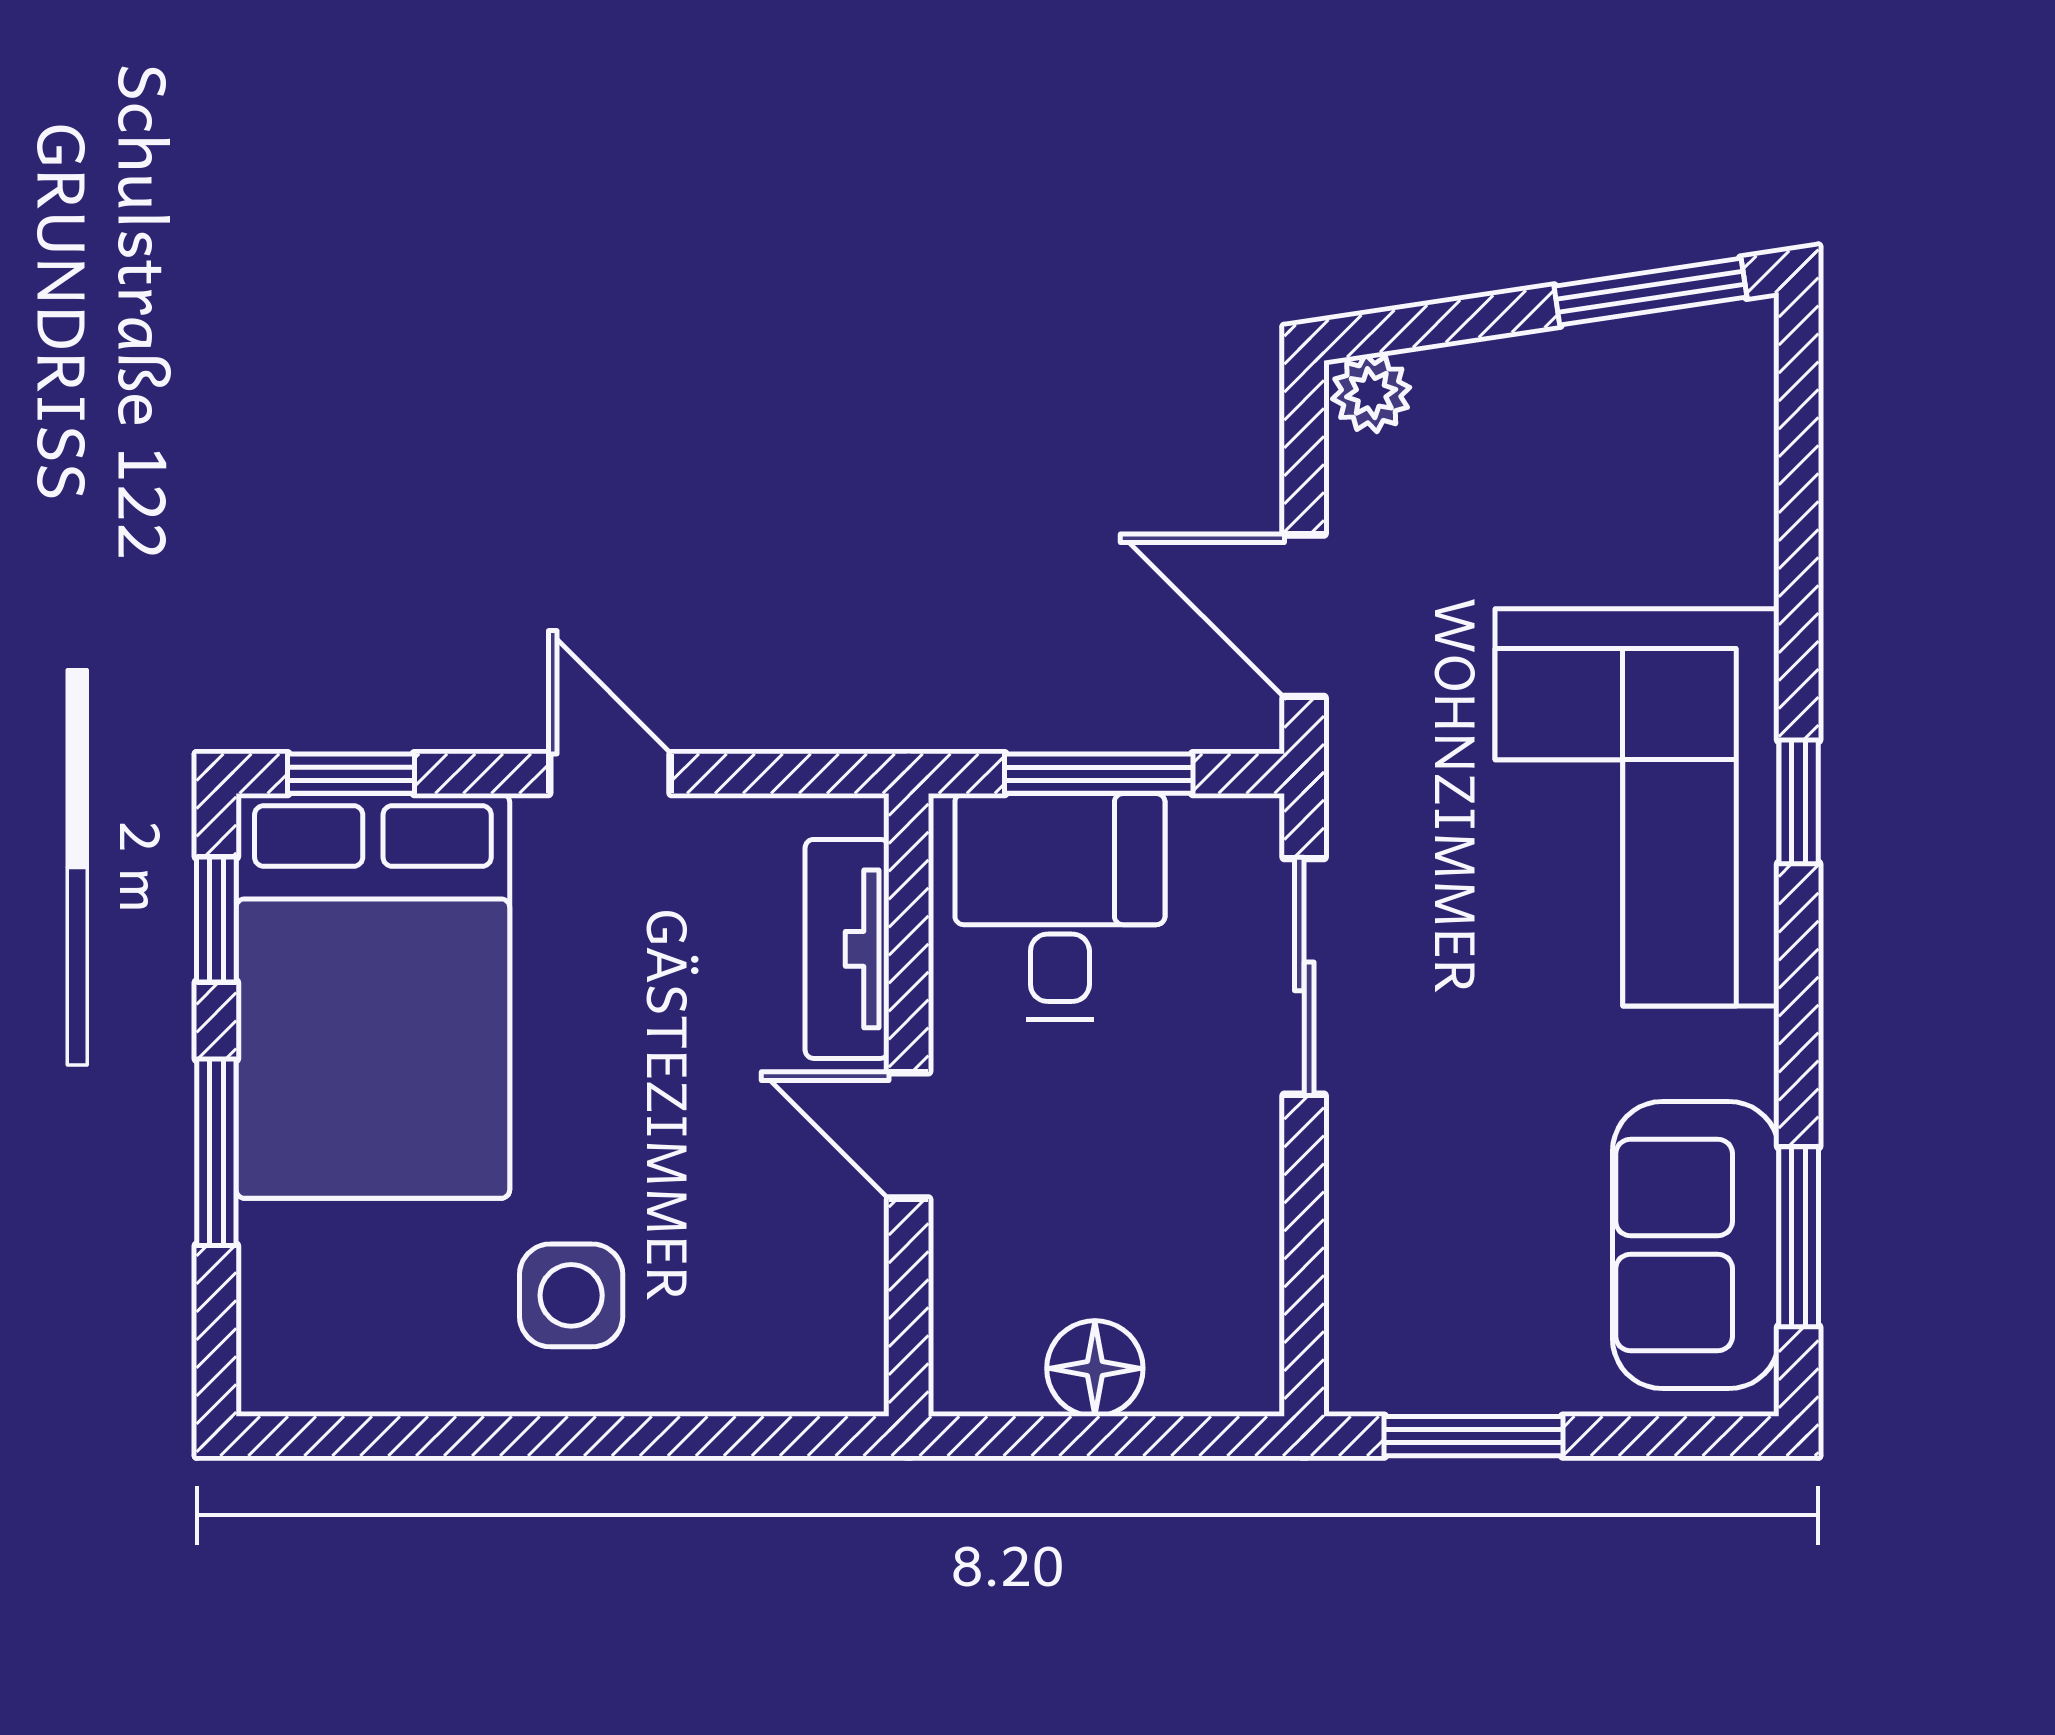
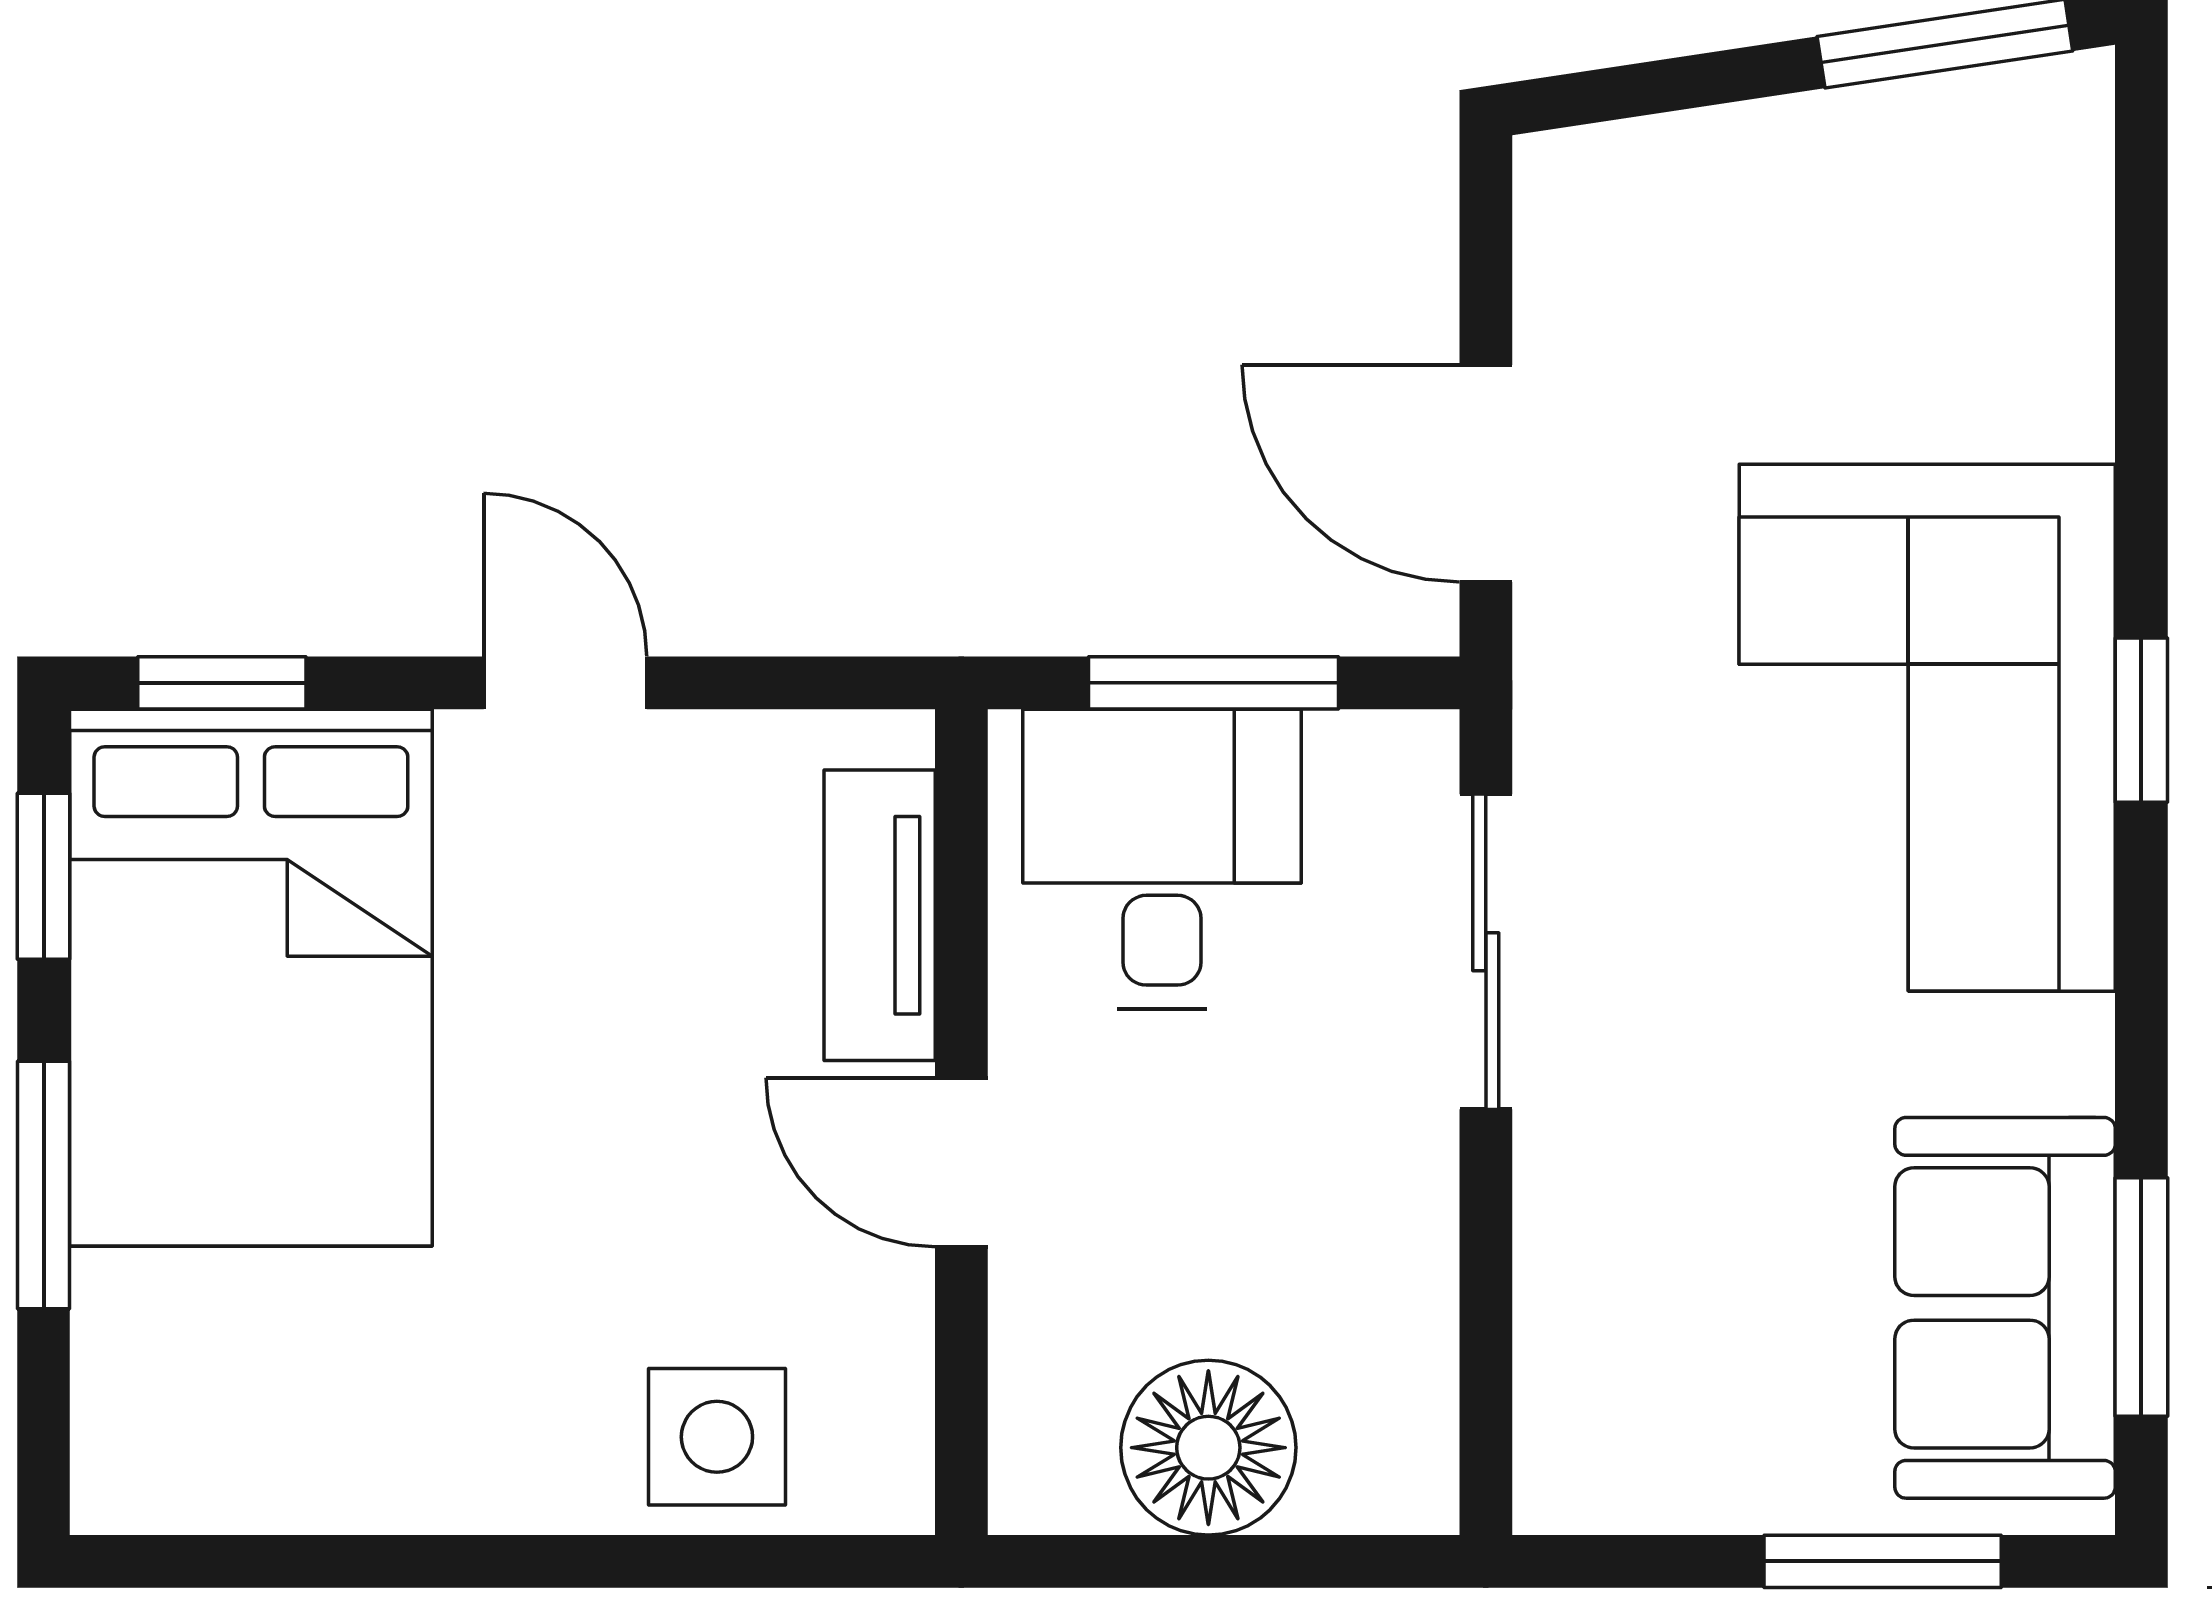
plant: (1371, 393) -> (1575, 178), removed
side table: (571, 1295) -> (717, 1437), moved
floor lamp: (1095, 1368) -> (1208, 1448), width x1.38, depth x1.38
window: (1473, 1436) -> (1883, 1561), moved

